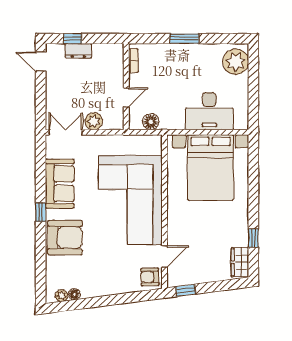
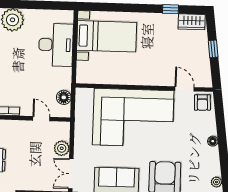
bed with nightstands: (211, 168) -> (107, 36), width x0.73
window: (186, 290) -> (213, 49), moved
floor lamp: (74, 294) -> (213, 141), moved

